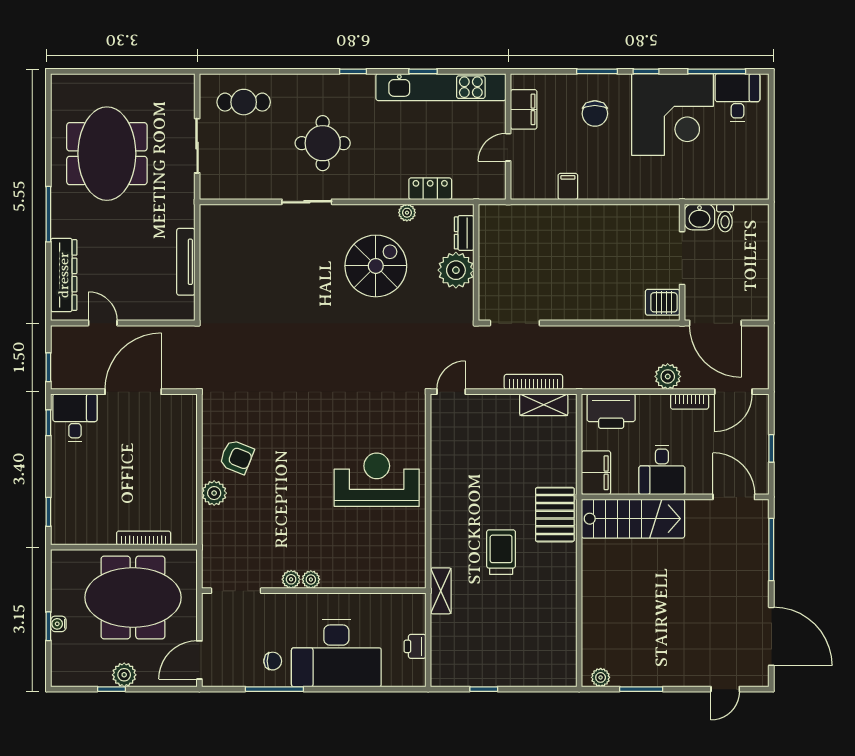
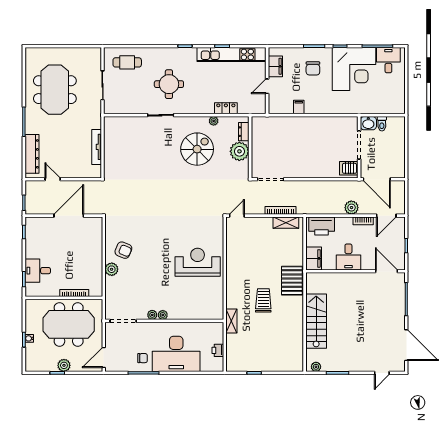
desk: (75, 418) -> (38, 271), moved, turned -90
stairs: (633, 519) -> (316, 321), moved, turned -90

